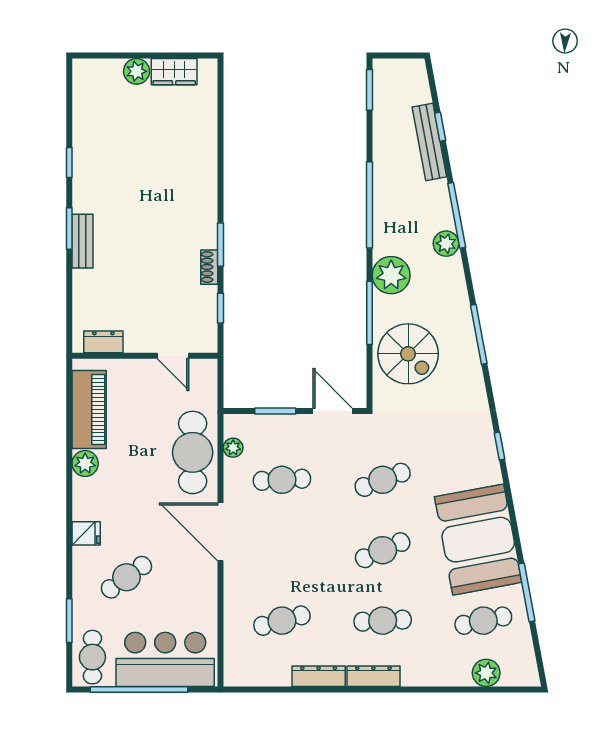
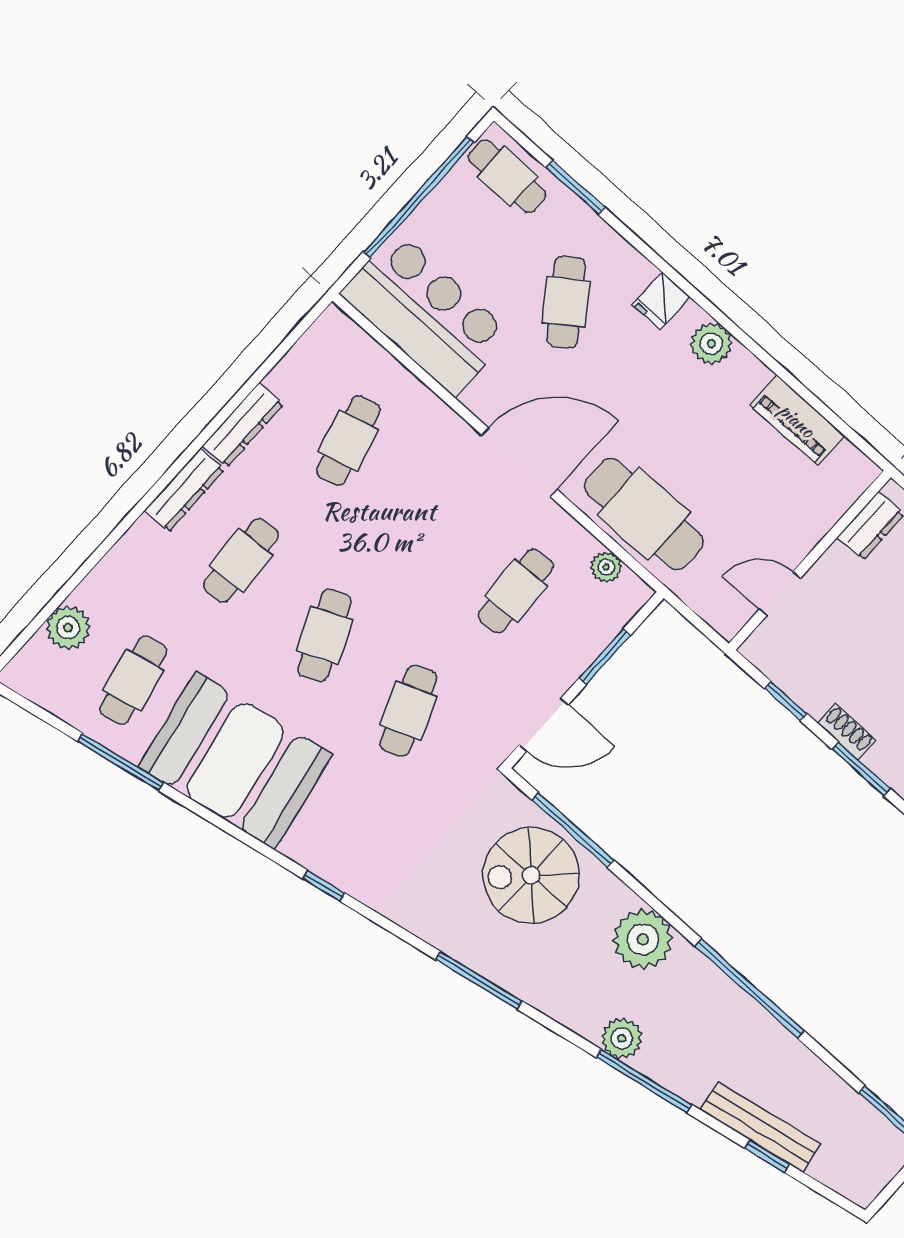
window: (369, 313) -> (573, 830), moved
piano: (89, 410) -> (797, 420), width x0.73, depth x0.75
plant: (85, 463) -> (711, 344), moved
bar counter: (165, 659) -> (426, 314), moved, turned -90

